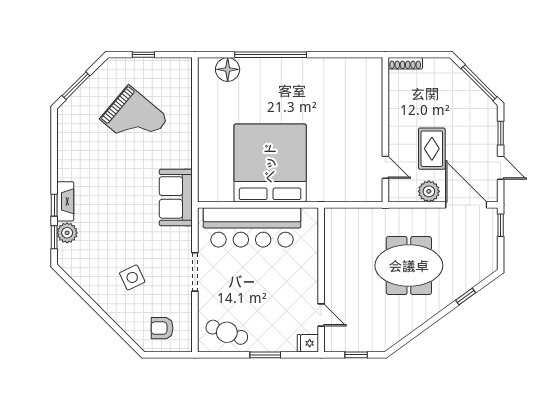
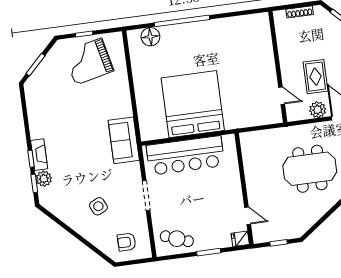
shoe rack: (405, 63) -> (300, 12), moved
grand piano: (134, 119) -> (89, 61), moved, turned 127

